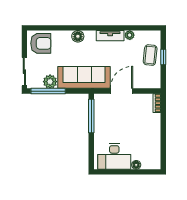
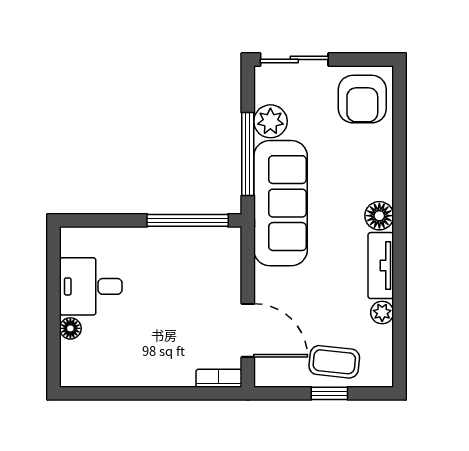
floor lamp: (78, 36) -> (379, 216), moved
window: (48, 91) -> (248, 154), moved
door: (122, 91) -> (248, 330), moved
desk: (114, 156) -> (91, 286), width x0.73

